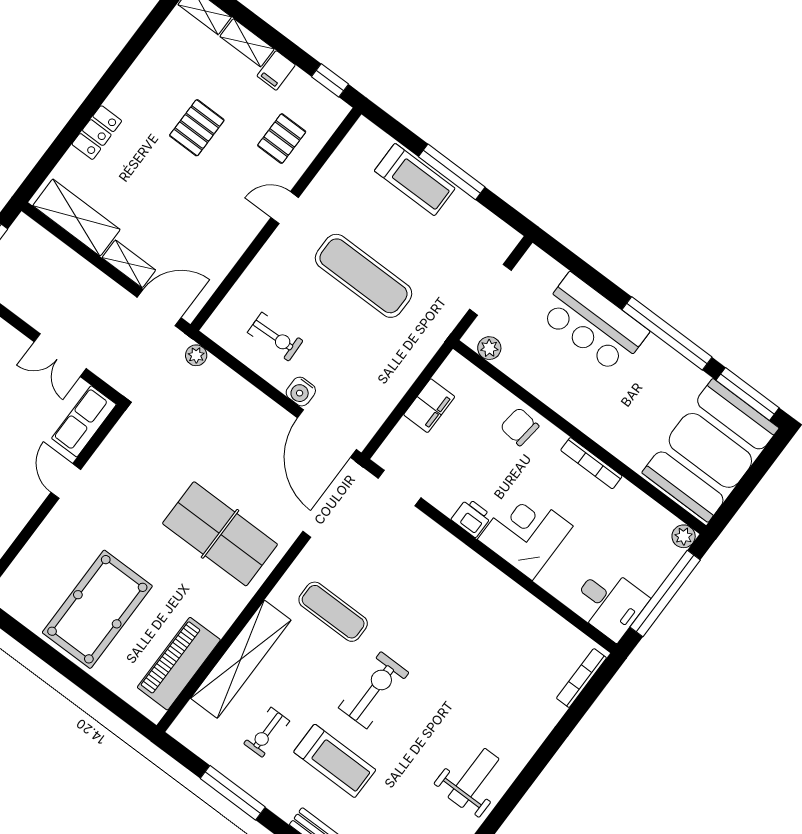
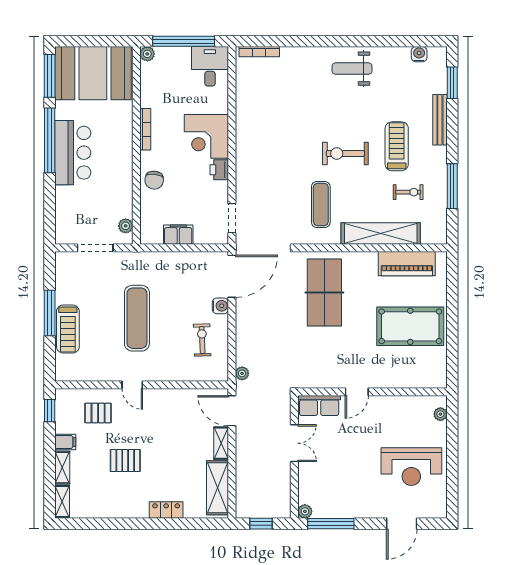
treadmill: (415, 180) -> (68, 329), turned 180
bar counter: (593, 323) -> (73, 153), moved

